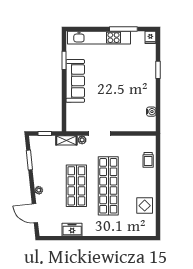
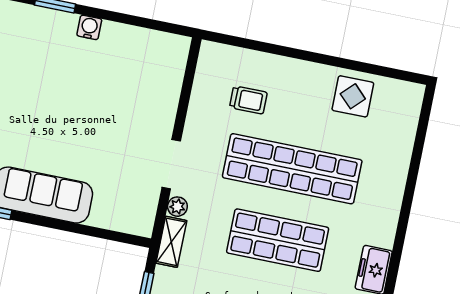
water cooler: (151, 112) -> (89, 27), moved
trolley: (148, 160) -> (248, 100), moved

